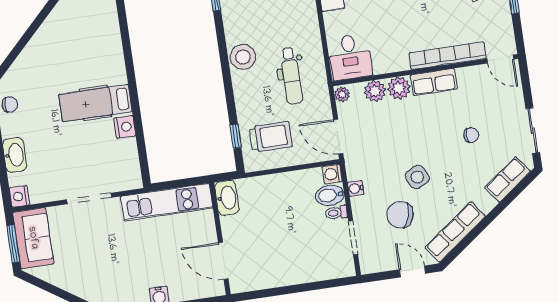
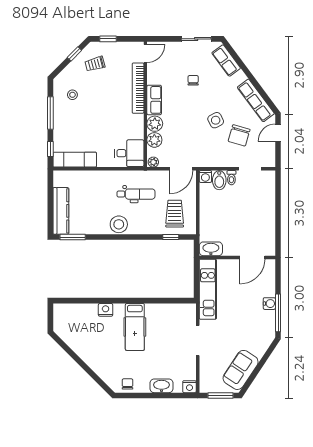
nightstand: (125, 127) -> (106, 310), moved
water cooler: (356, 188) -> (217, 162), removed
sofa: (33, 238) -> (241, 370), moved, turned -57

